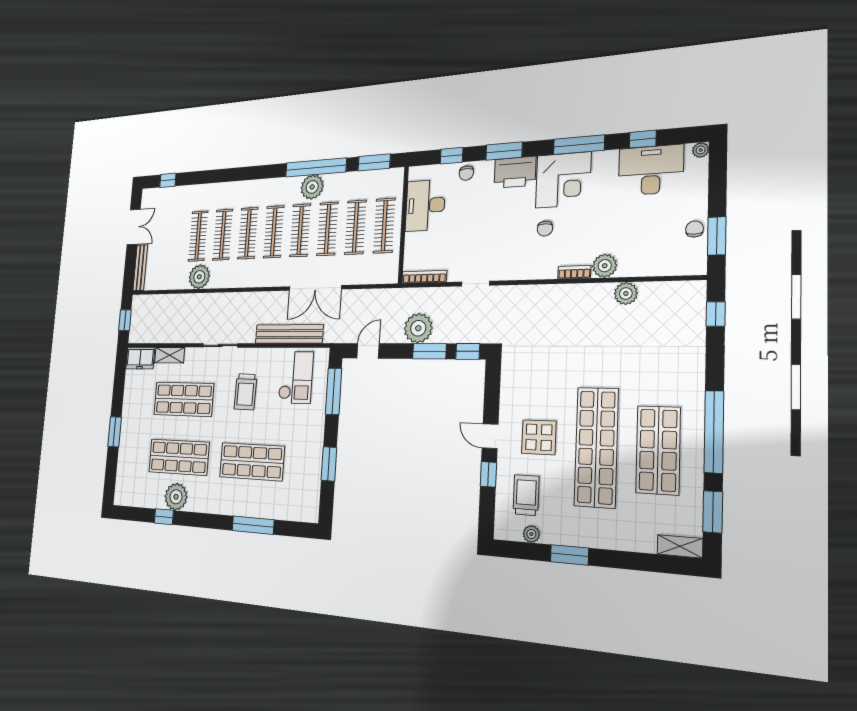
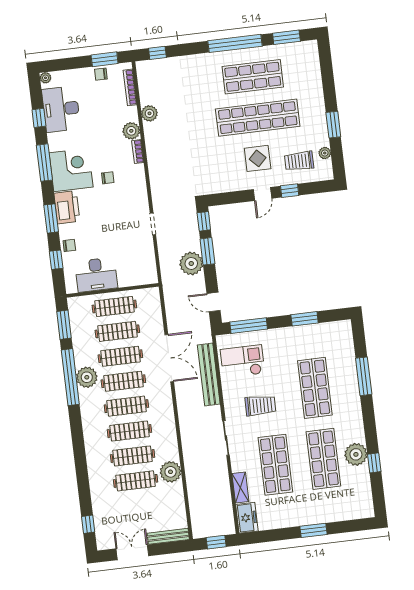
bookcase: (424, 277) -> (130, 87), moved
shelving: (680, 546) -> (312, 54), removed

